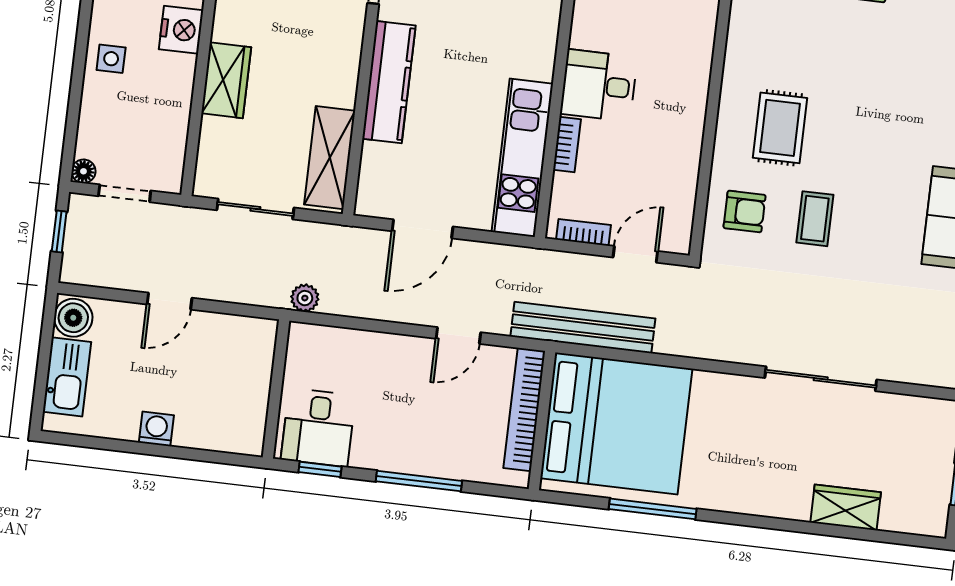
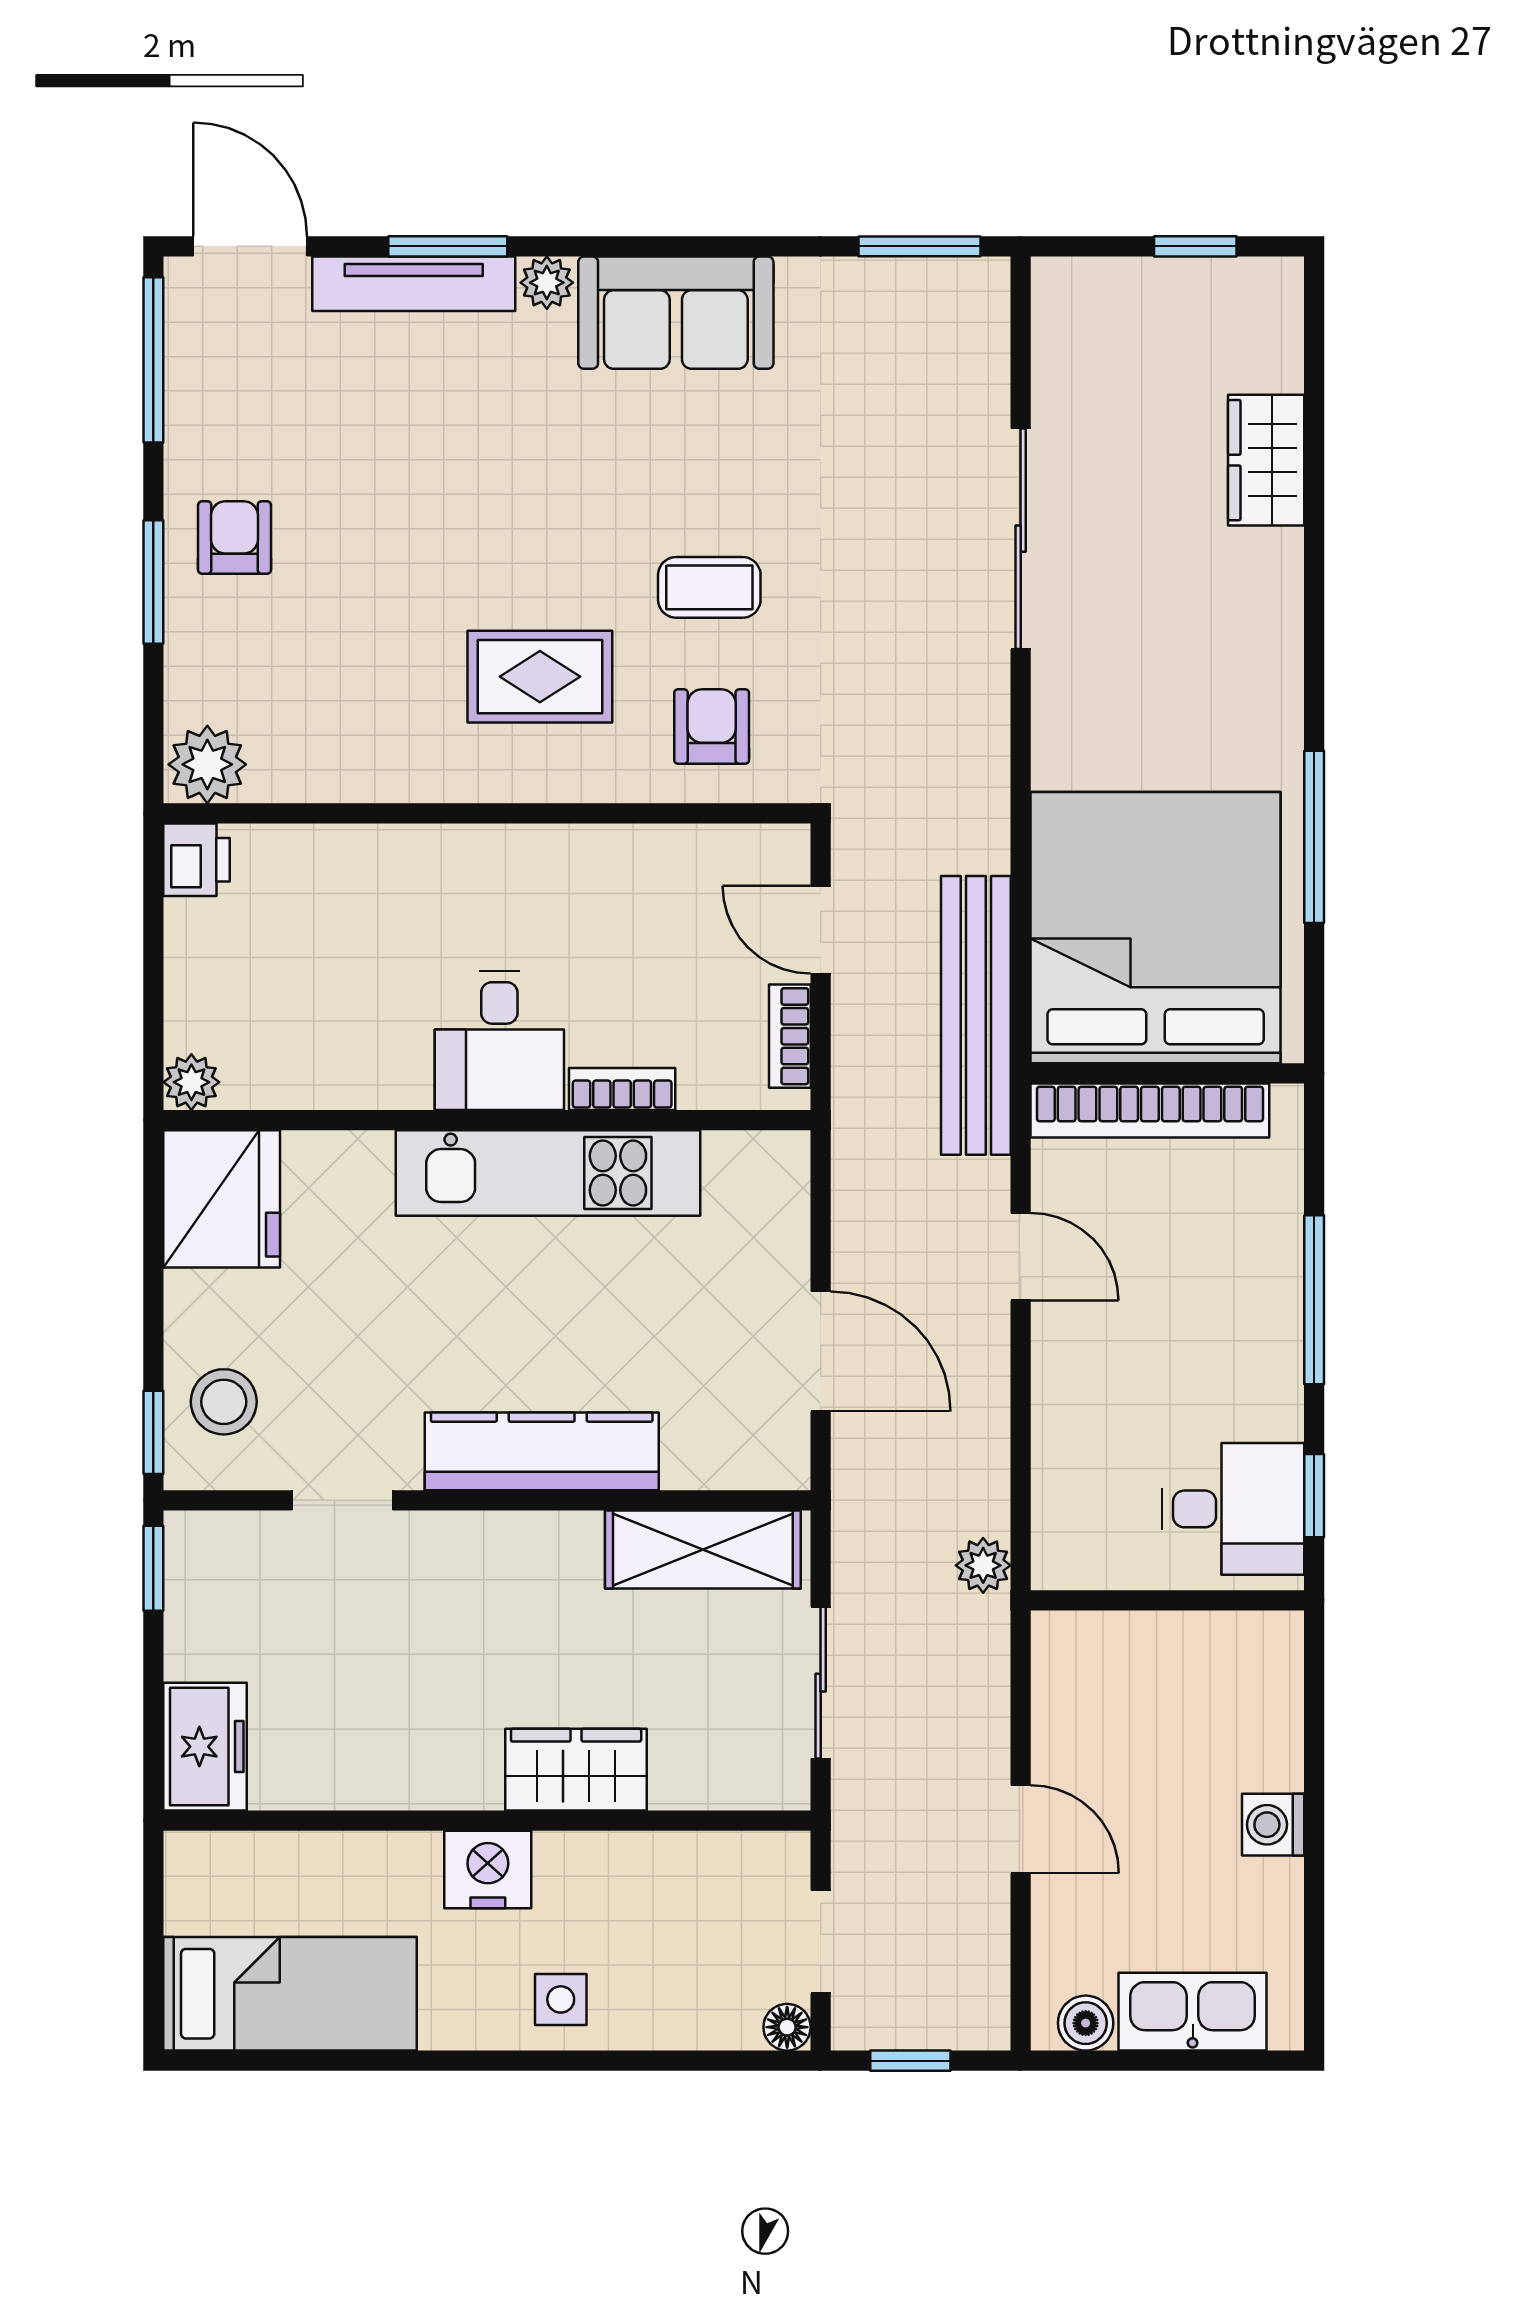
kitchen unit: (522, 158) -> (548, 1173), moved
boiler: (73, 318) -> (1086, 2023), width x0.73, depth x0.73

